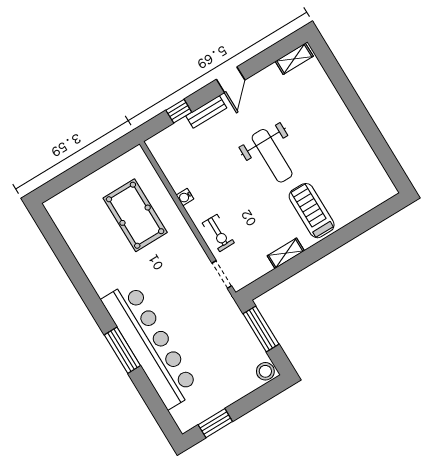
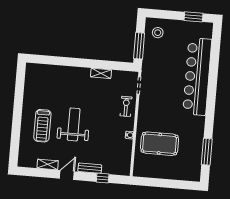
shelving: (294, 59) -> (48, 164), moved
treadmill: (312, 211) -> (42, 126), moved
pool table: (135, 215) -> (160, 144), turned 90
window: (122, 350) -> (207, 152), moved
stool: (265, 371) -> (158, 33), moved

